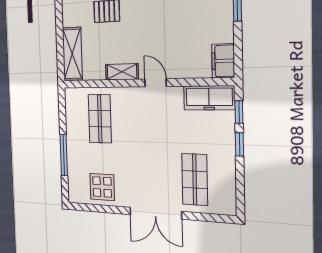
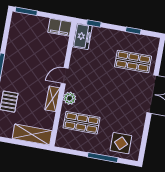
plant: (127, 96) -> (70, 98), added
freezer: (209, 98) -> (82, 36), width x0.71
window: (239, 144) -> (133, 31), moved
display table: (102, 187) -> (121, 143), moved

